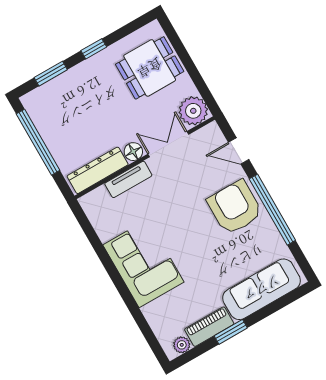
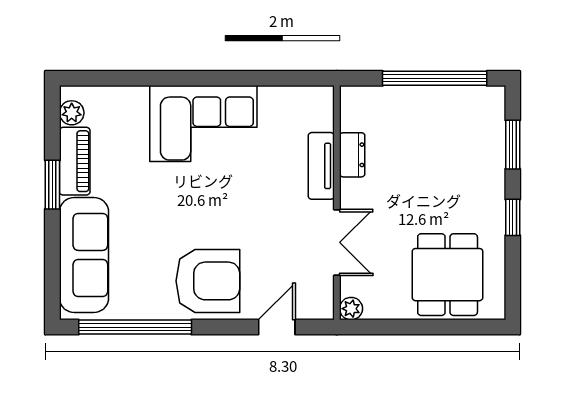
plant: (193, 111) -> (351, 309), width x0.53, depth x0.53
floor lamp: (133, 152) -> (353, 193), removed
dresser: (98, 170) -> (352, 155), width x0.51, depth x0.80
window: (272, 210) -> (135, 327), moved

